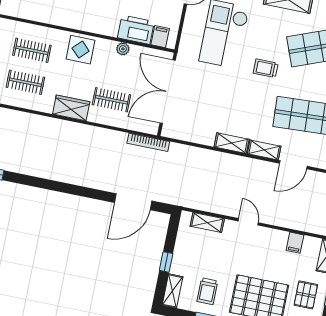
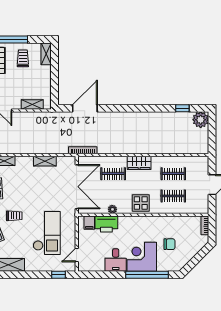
shelving: (232, 143) -> (45, 161), moved
window: (166, 262) -> (54, 72), removed

